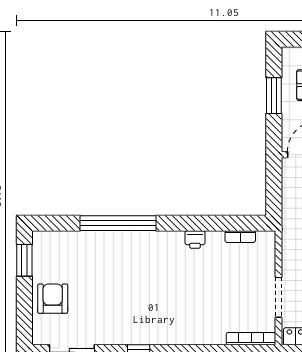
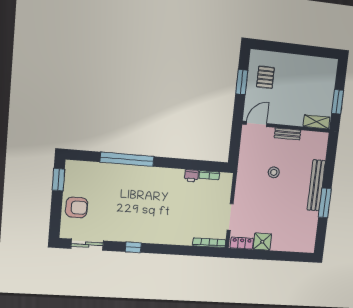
printer: (195, 239) -> (191, 176), moved
armchair: (53, 299) -> (77, 207), turned 90

